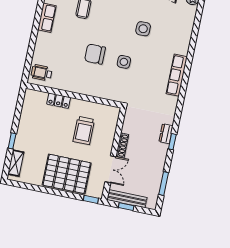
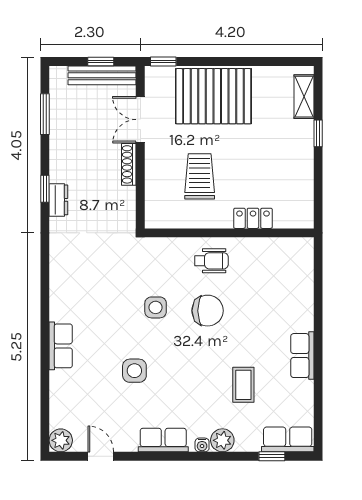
wheelchair: (41, 73) -> (211, 261), moved
row of seats: (177, 75) -> (61, 346), moved, width x0.68

